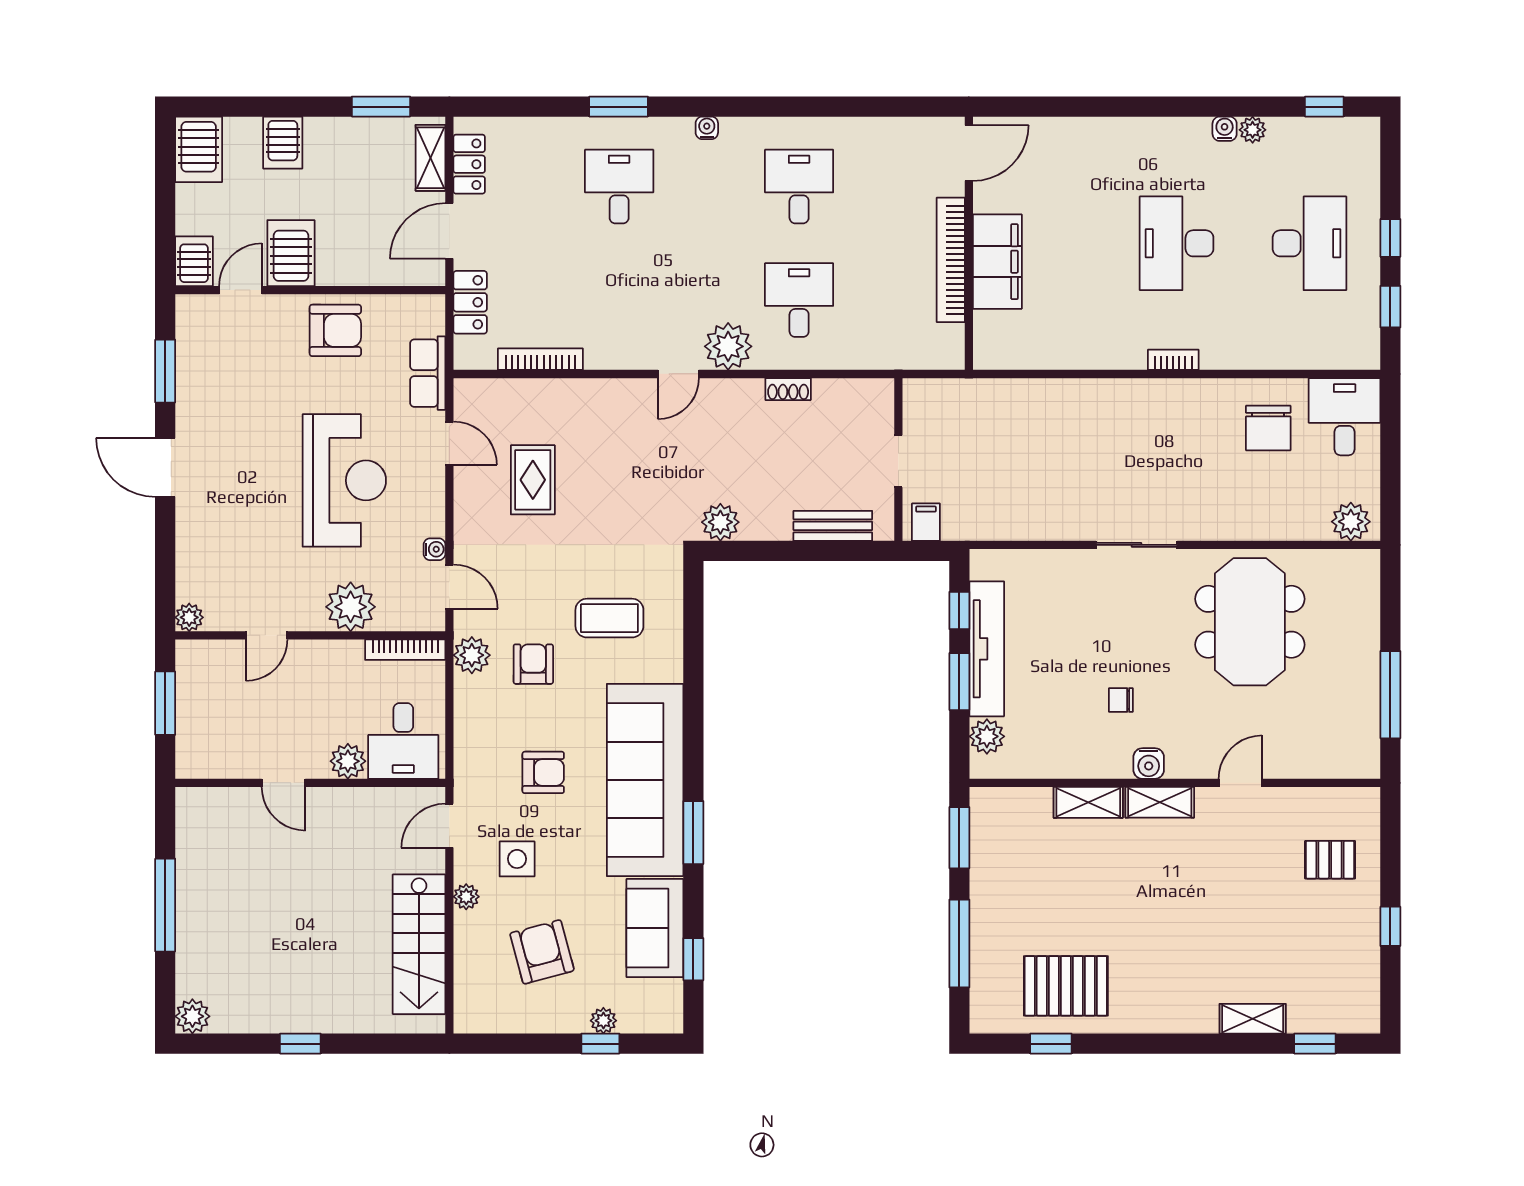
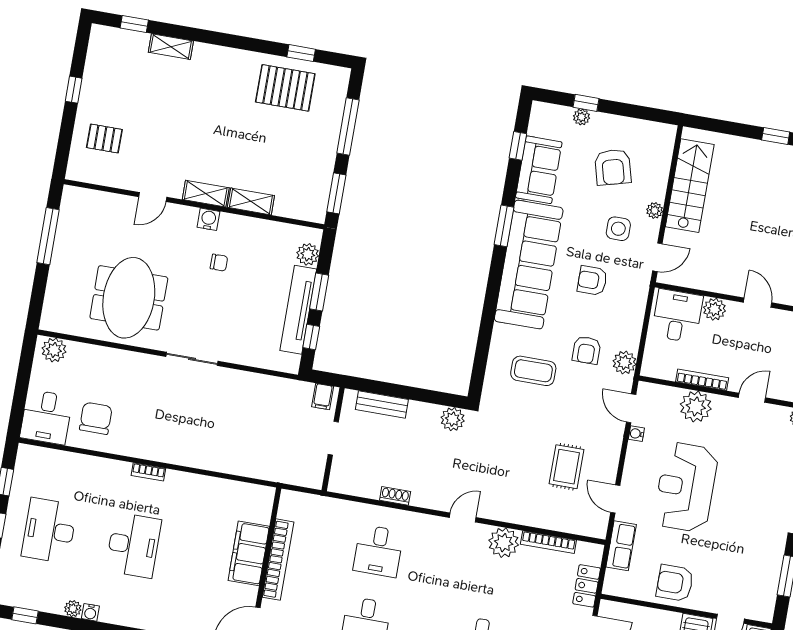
plant: (728, 346) -> (504, 543), moved
bookcase: (405, 650) -> (702, 380), moved

